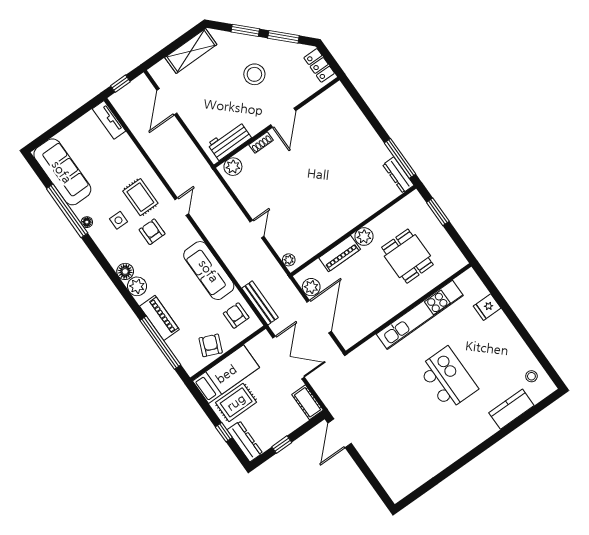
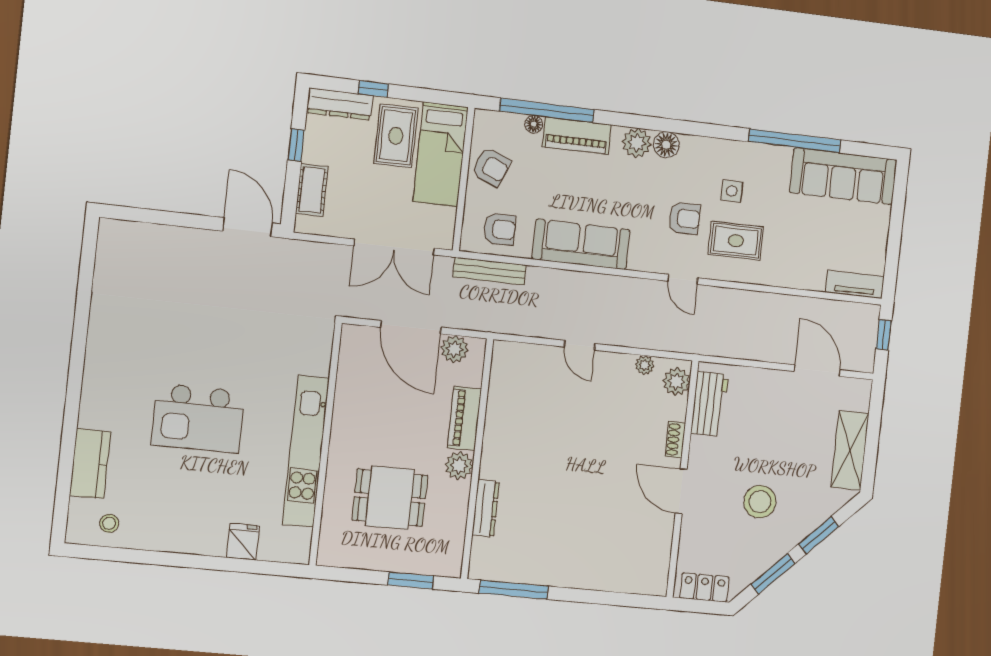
dresser: (398, 175) -> (486, 508), moved, turned 90
floor lamp: (87, 222) -> (534, 124), moved
plant: (289, 260) -> (645, 365), moved
cot: (307, 402) -> (312, 190), moved, turned 90

